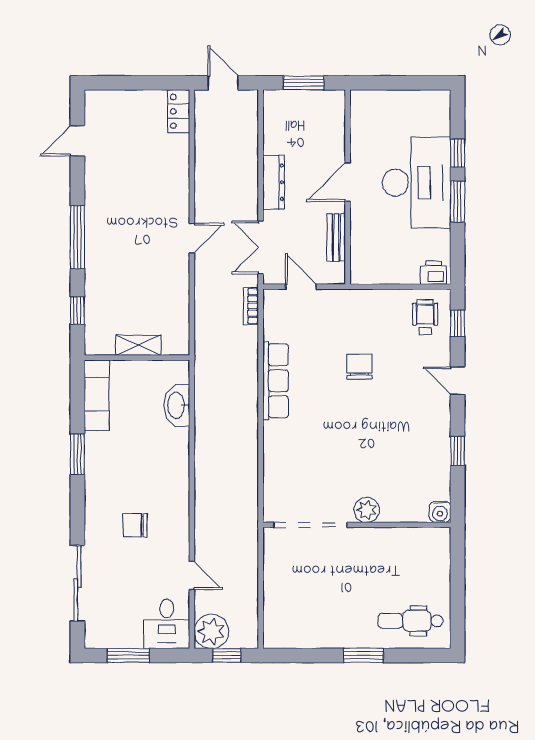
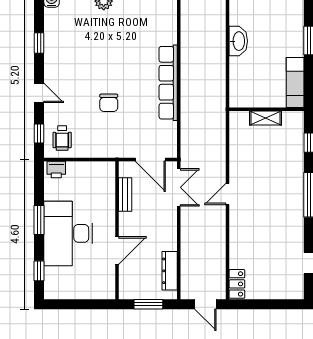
window: (458, 153) -> (39, 271), moved
dresser: (274, 182) -> (170, 271), moved
door: (348, 182) -> (117, 251), moved
door: (301, 287) -> (150, 160), width x1.38
bookcase: (251, 306) -> (186, 146), removed
row of seats: (276, 381) -> (168, 83), width x1.36
washbasin: (177, 405) -> (238, 41), moved

